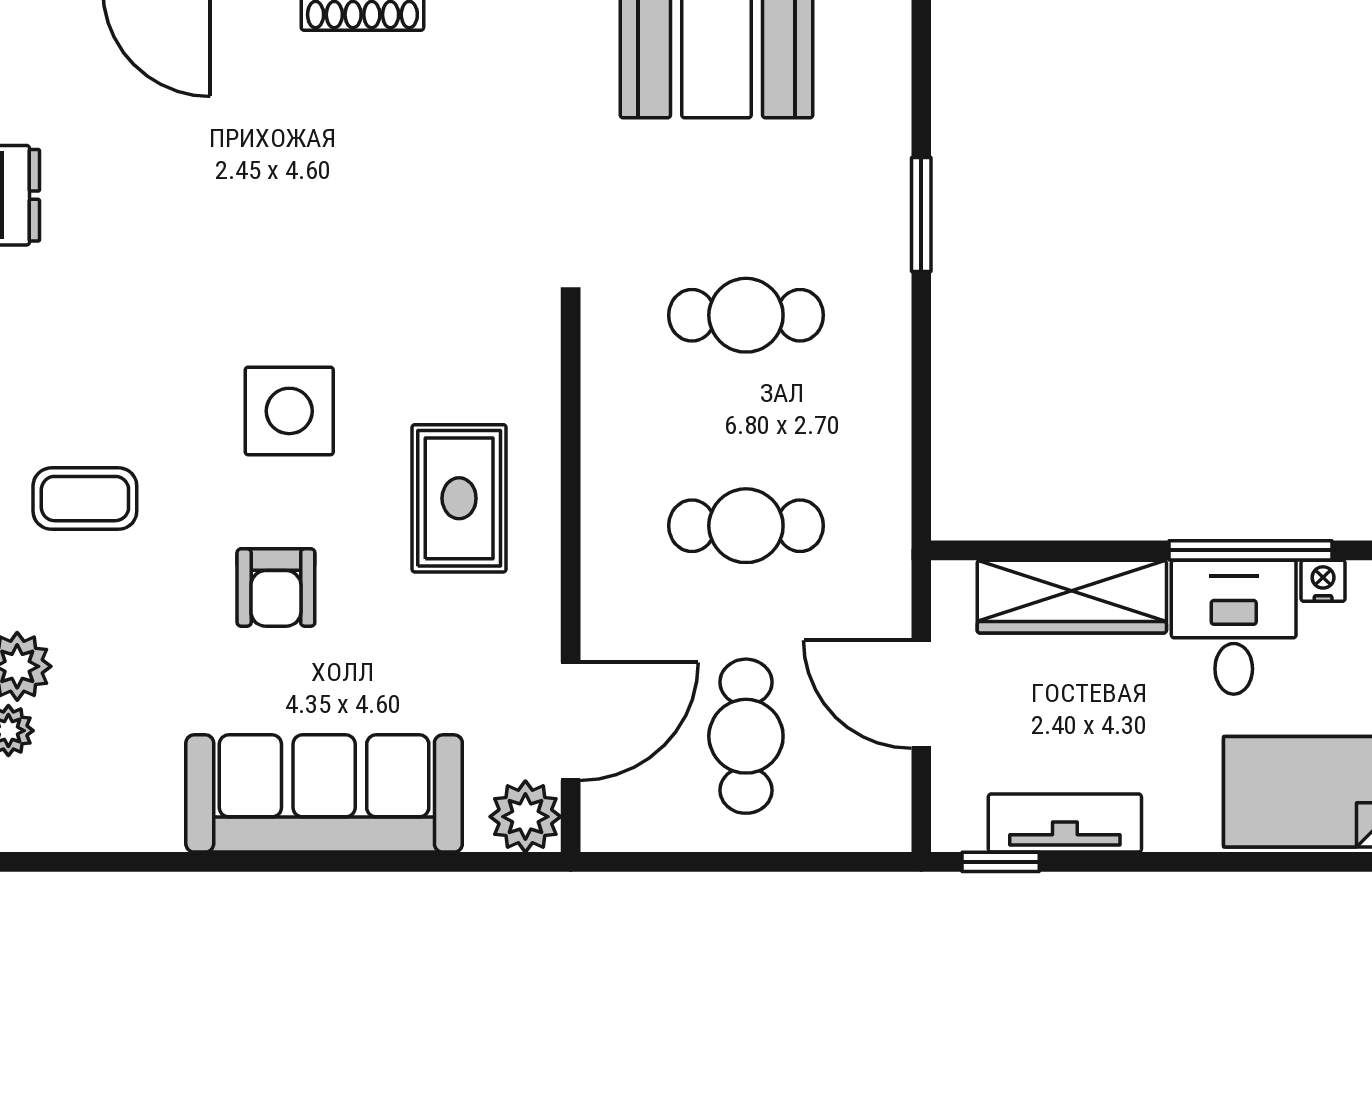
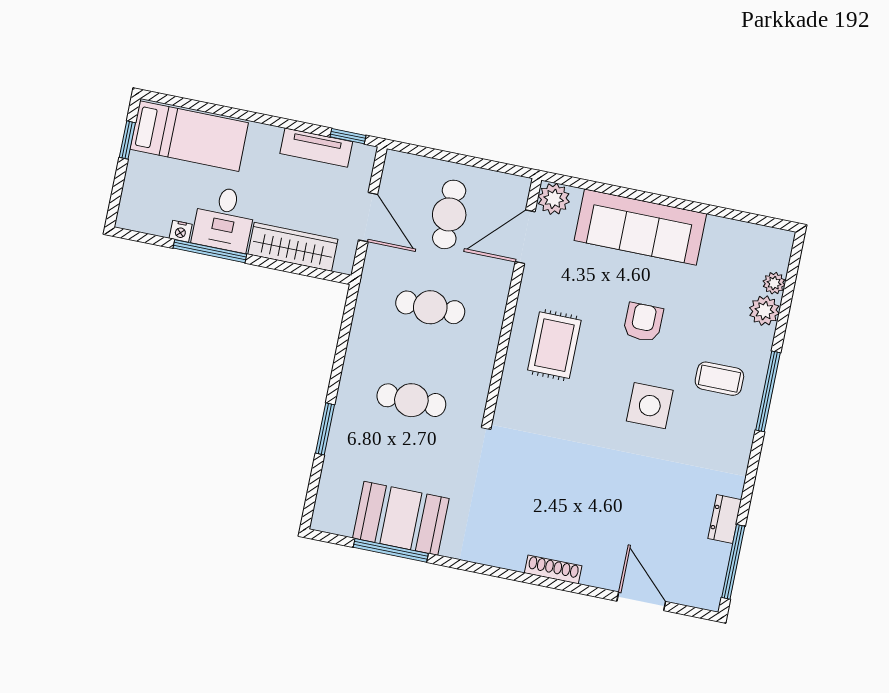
side table: (289, 411) -> (650, 406), moved

